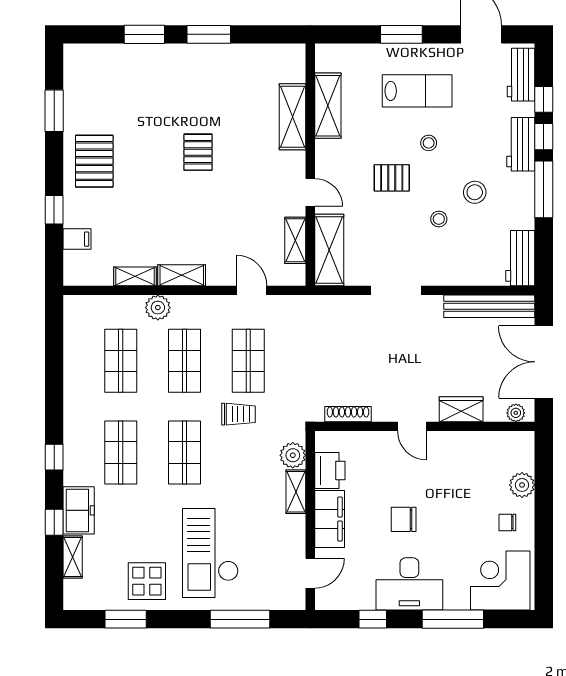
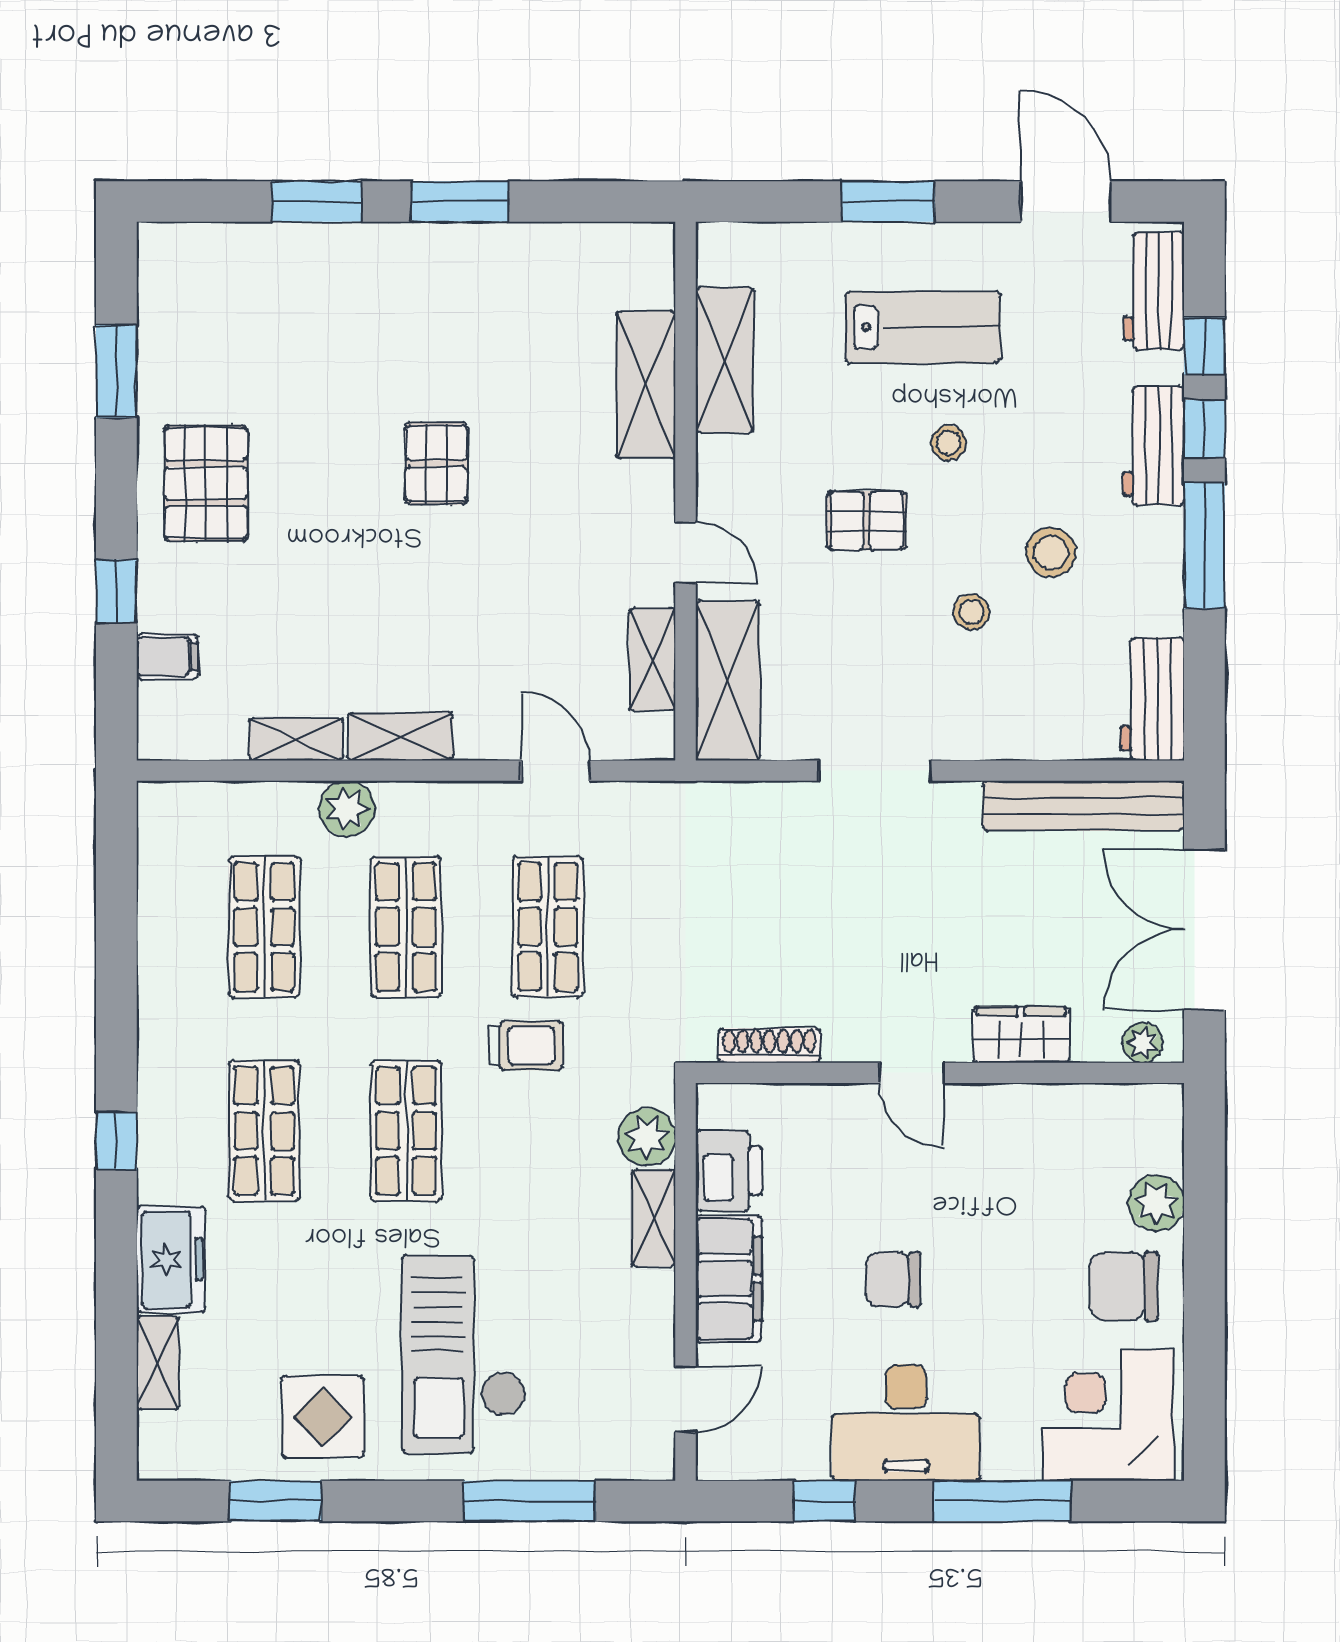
window: (54, 522) -> (116, 1286), removed
chair: (507, 522) -> (1124, 1286), width x1.87, depth x1.87

